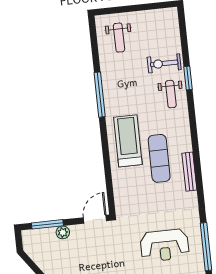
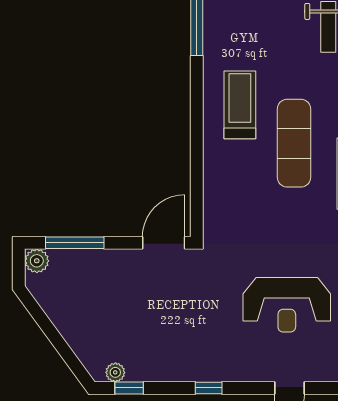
treadmill: (128, 141) -> (240, 105), width x0.73, depth x0.73
plant: (63, 232) -> (37, 261), moved

